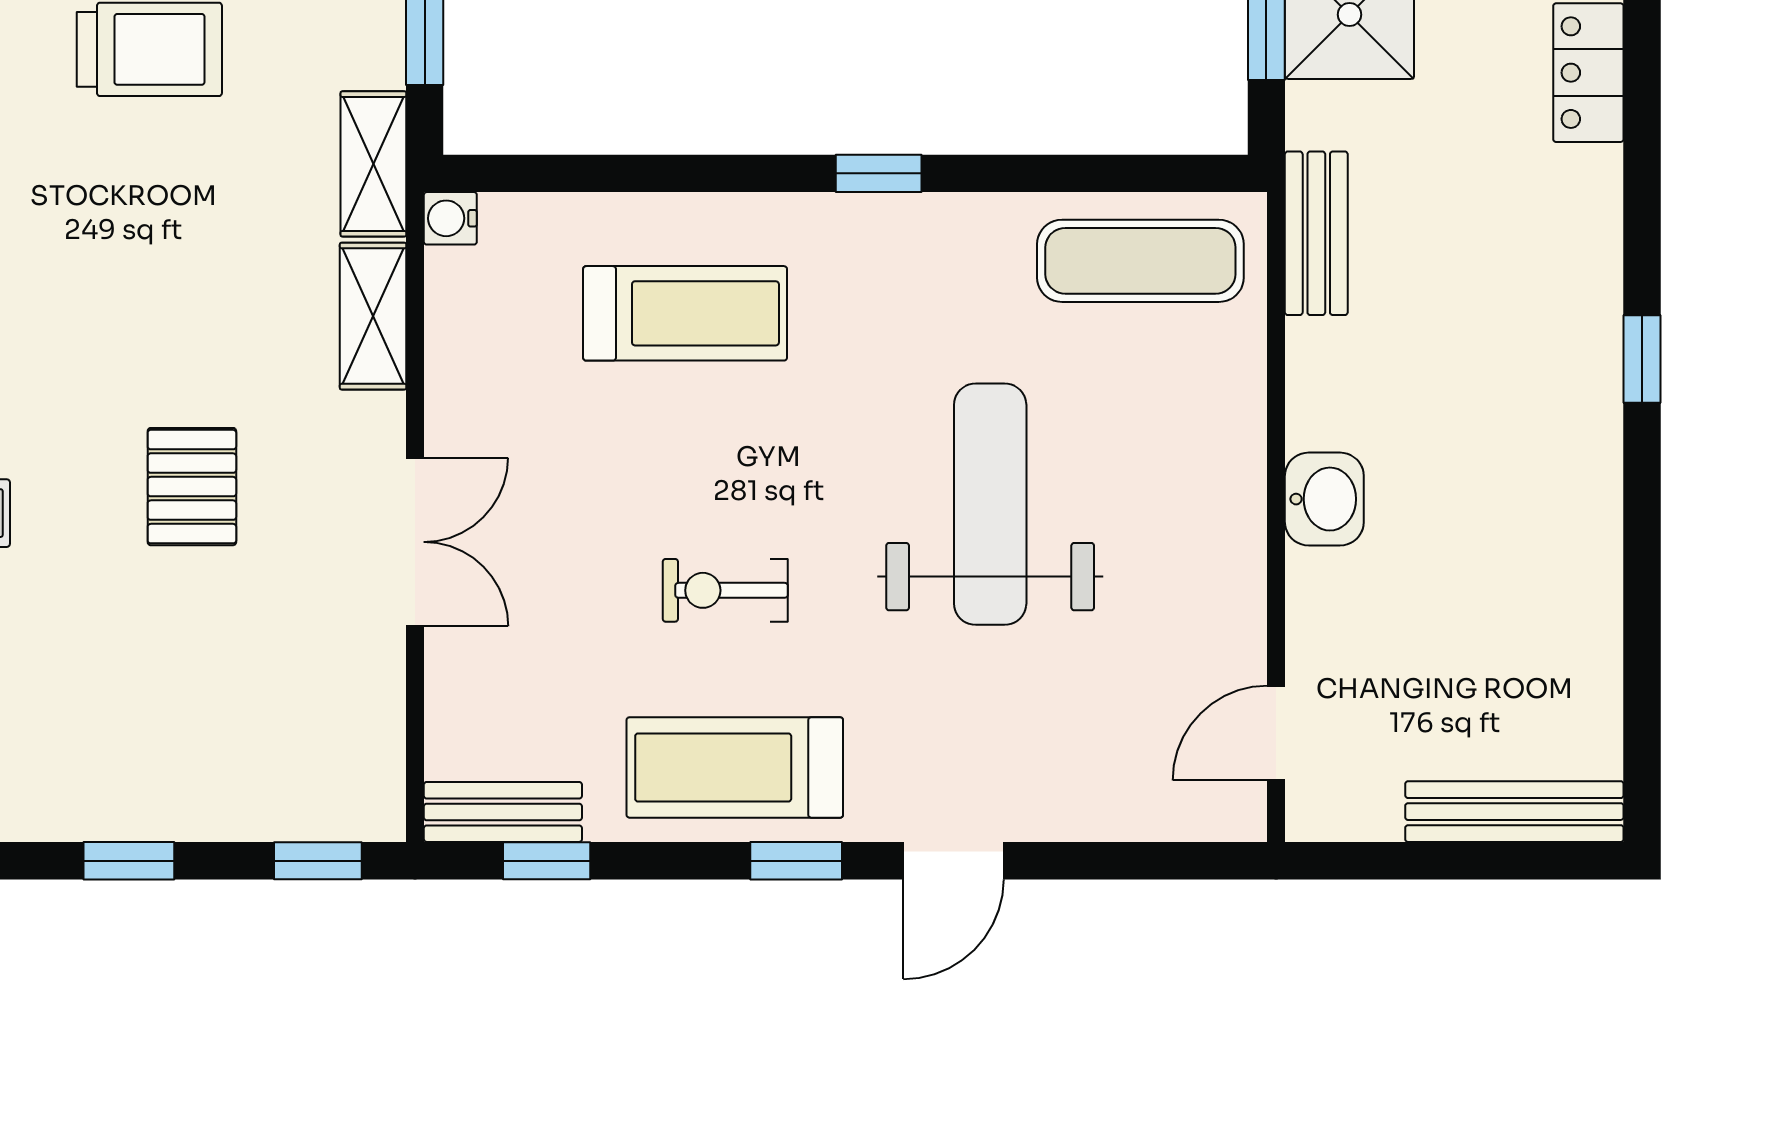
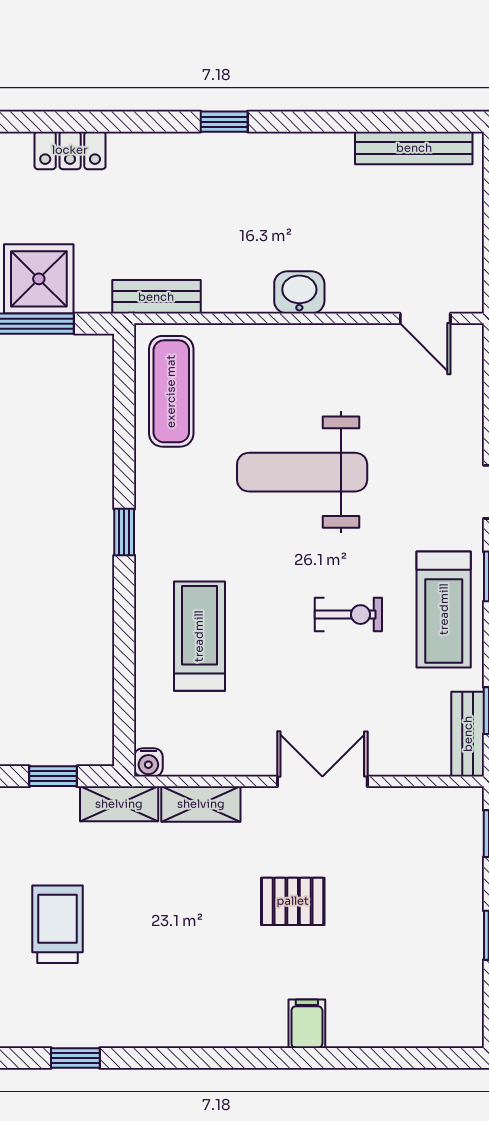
exercise bike: (725, 590) -> (348, 615), turned -90
bench: (1514, 812) -> (414, 148), moved, turned 90

